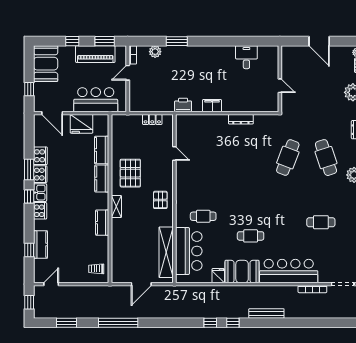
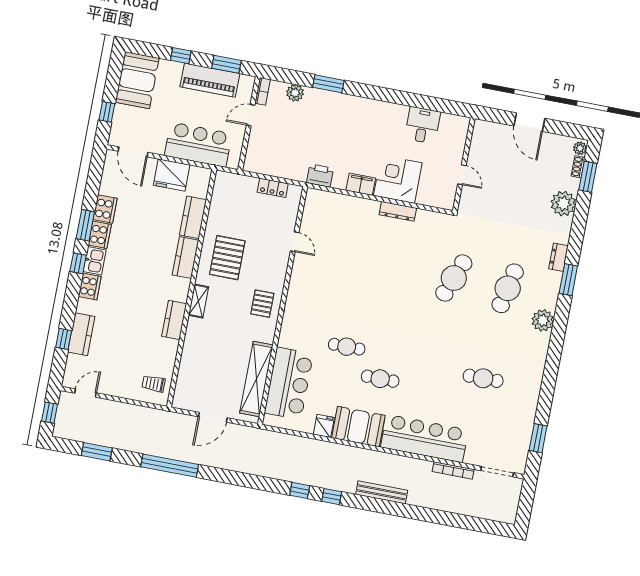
corner desk: (237, 97) -> (398, 179), added
cafe table: (326, 158) -> (508, 288), turned 30
cafe table: (203, 216) -> (347, 347), moved

